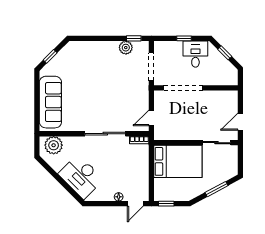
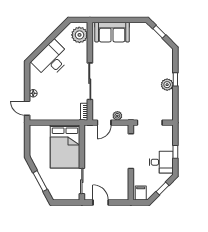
window: (134, 38) -> (175, 79), moved
plant: (126, 48) -> (167, 85), moved
filing cabinet: (230, 77) -> (141, 193), added
sofa: (50, 102) -> (112, 32), width x0.73
plant: (144, 103) -> (117, 116), added
door: (151, 118) -> (104, 123), swing flipped
window: (166, 204) -> (27, 136), removed

